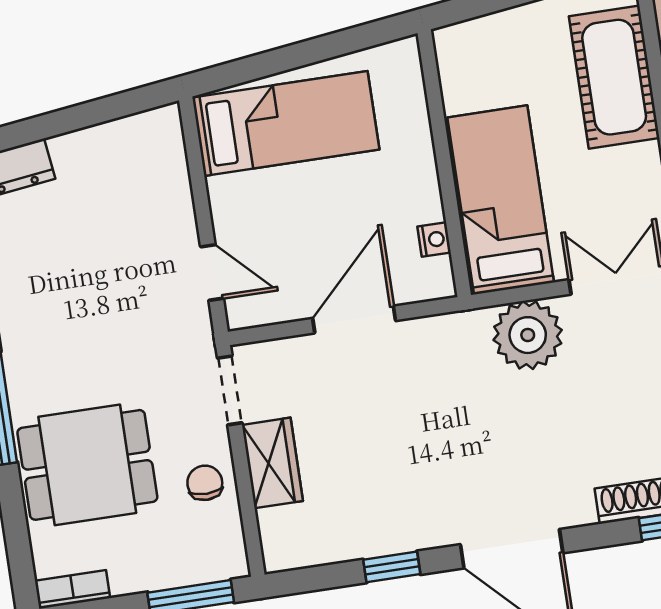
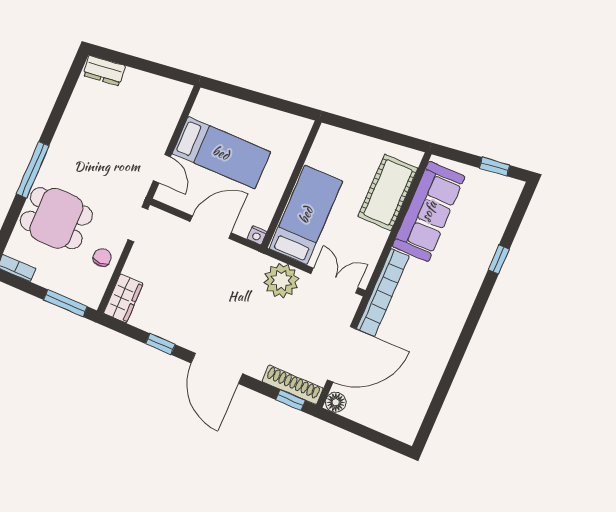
bed: (286, 123) -> (221, 153), moved
nightstand: (434, 239) -> (257, 235), moved, turned 90
wardrobe: (272, 463) -> (123, 298), moved

